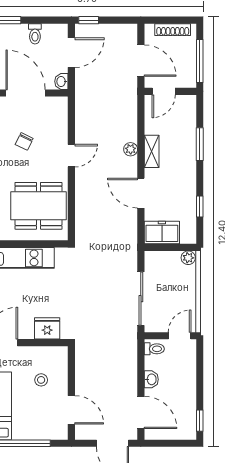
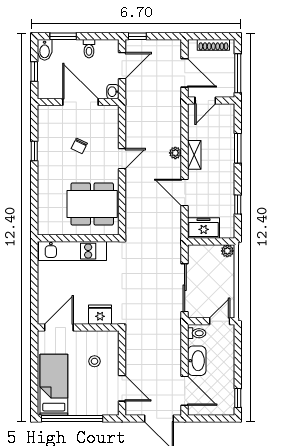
washbasin: (151, 379) -> (197, 361), width x1.91, depth x1.45

